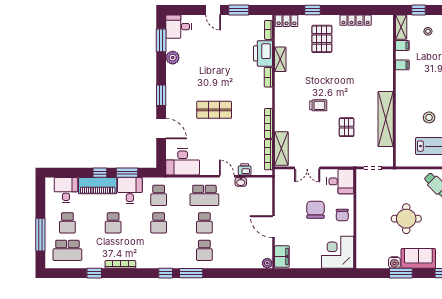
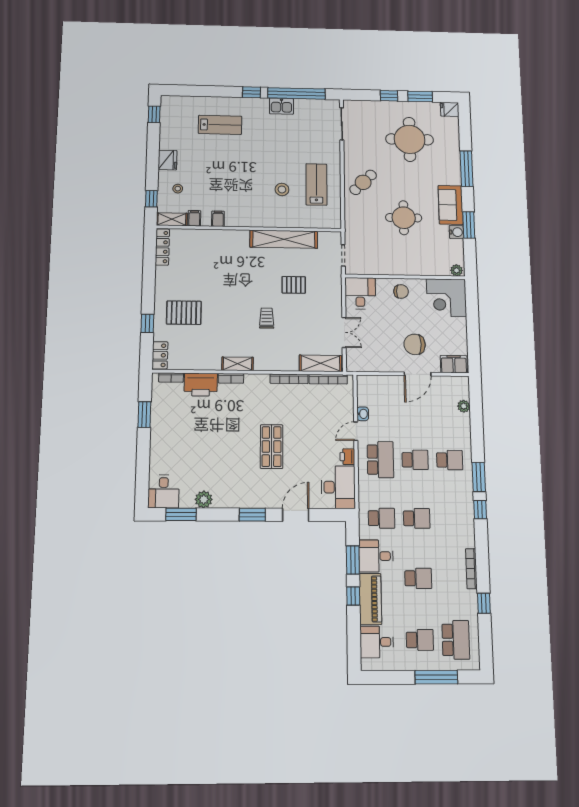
door: (213, 10) -> (143, 447), removed
locker: (356, 20) -> (162, 247), moved
shelving: (280, 59) -> (238, 364), moved
printer: (245, 169) -> (347, 457), moved
chair: (316, 210) -> (415, 344), moved
plant: (361, 261) -> (457, 270), added
plant: (267, 263) -> (464, 406), moved

